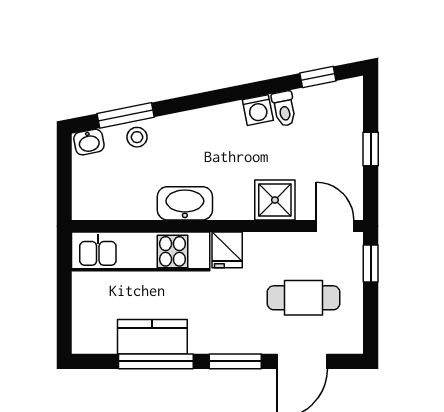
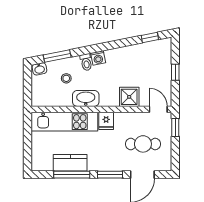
toilet: (284, 109) -> (86, 62), moved
washing machine: (258, 110) -> (98, 58), moved
stool: (137, 137) -> (66, 78), moved

